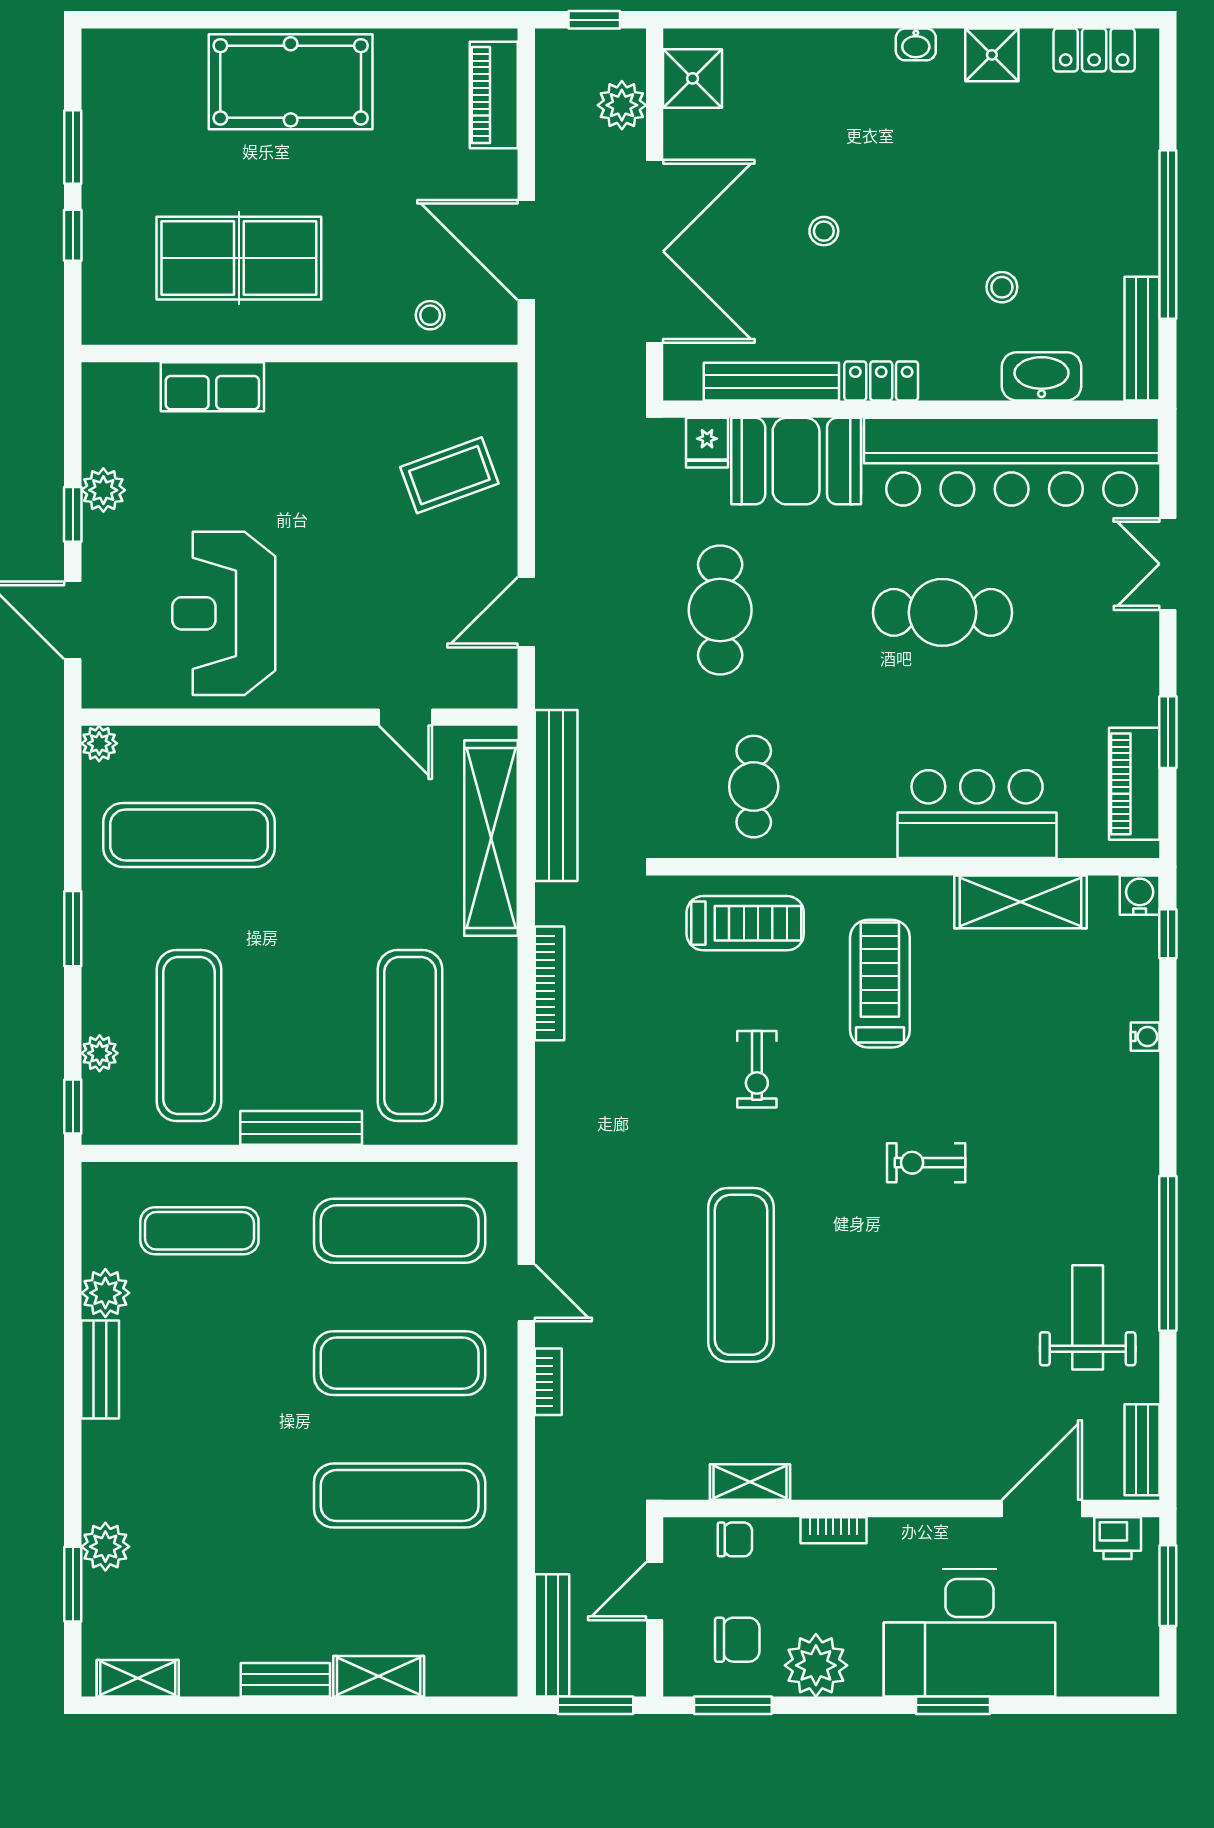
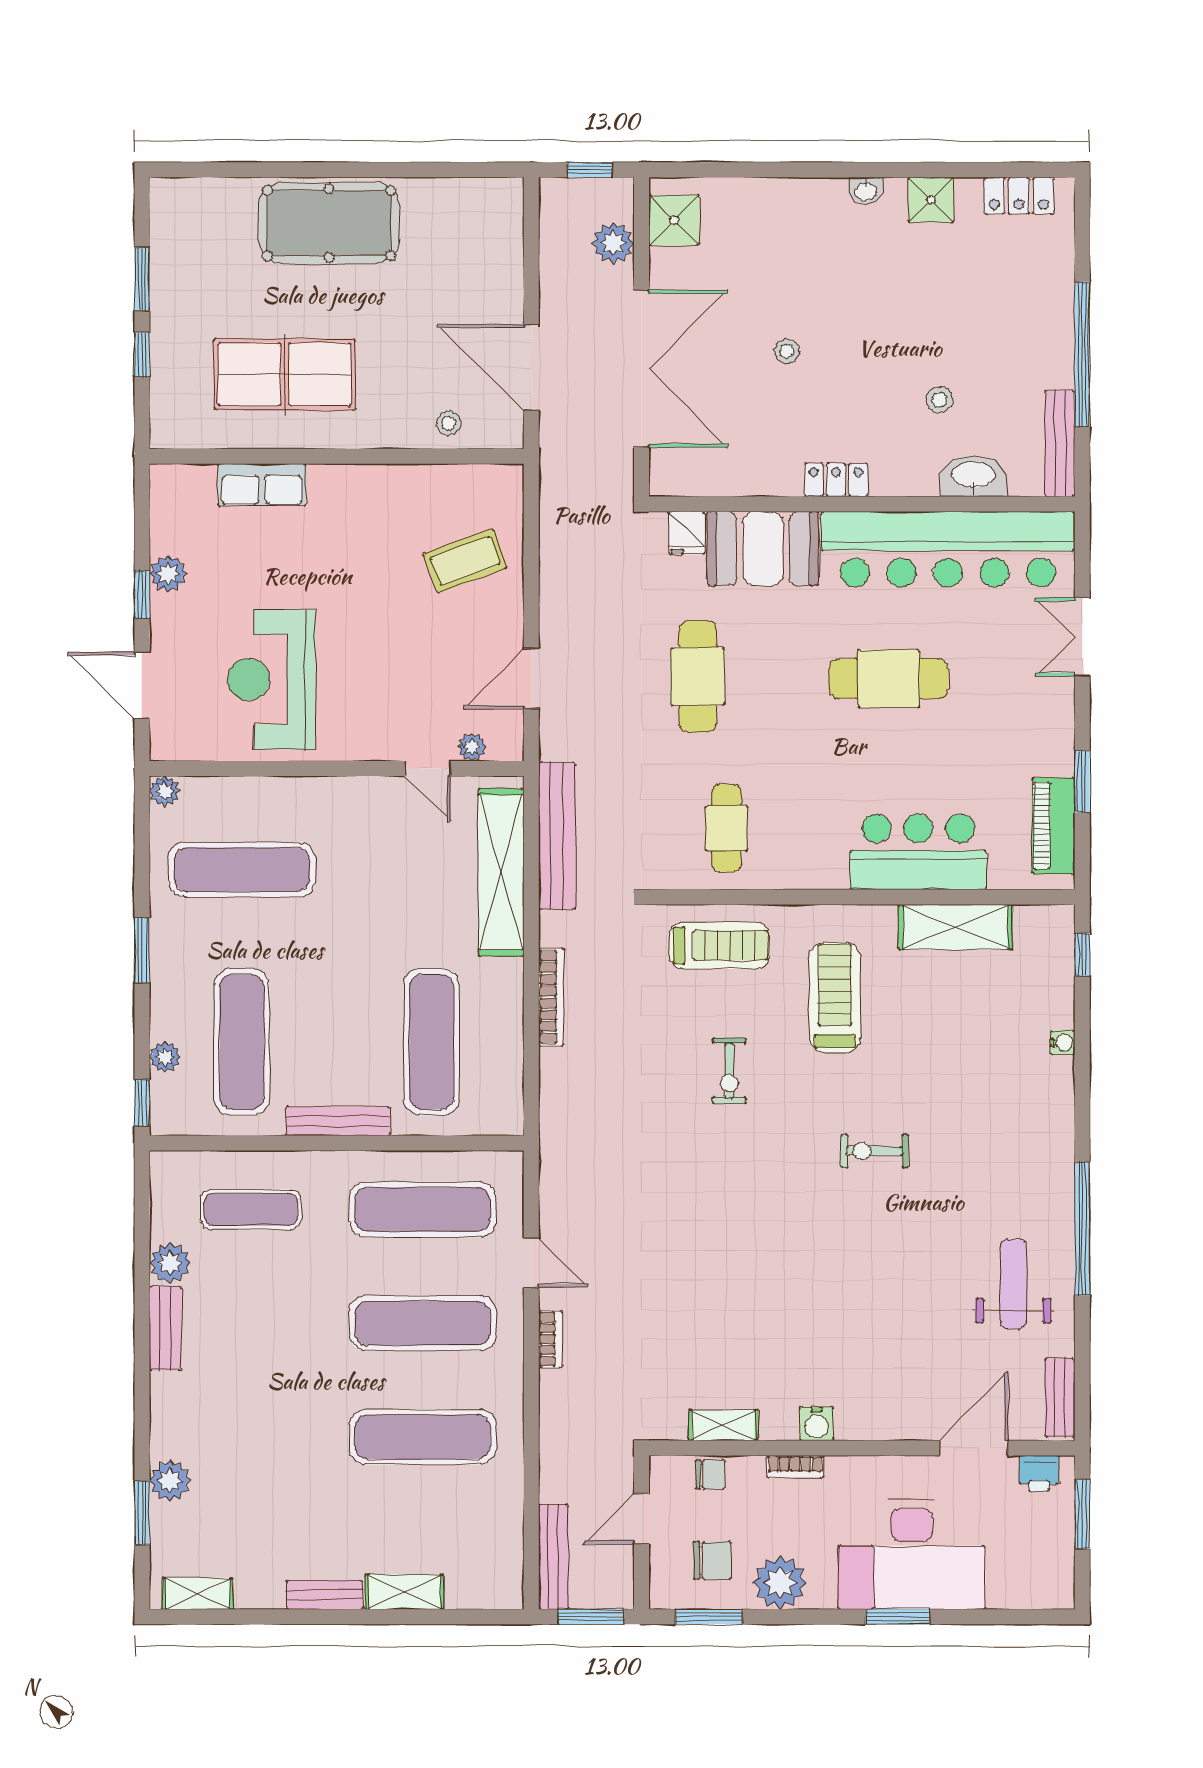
piano: (494, 95) -> (503, 234), removed
bench: (771, 382) -> (742, 480), removed
plant: (457, 692) -> (472, 747), added
water cooler: (1140, 895) -> (817, 1424), moved, turned 180
exercise mat: (741, 1275) -> (716, 1247), removed

